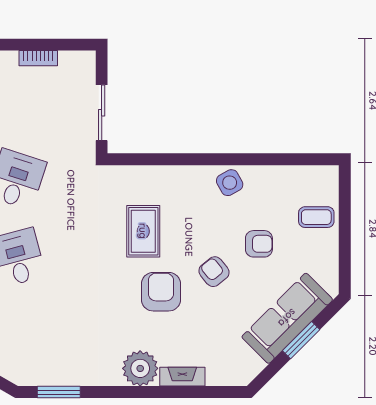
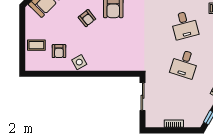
rug: (143, 231) -> (122, 38), removed
armchair: (259, 244) -> (59, 51), moved, turned -90

